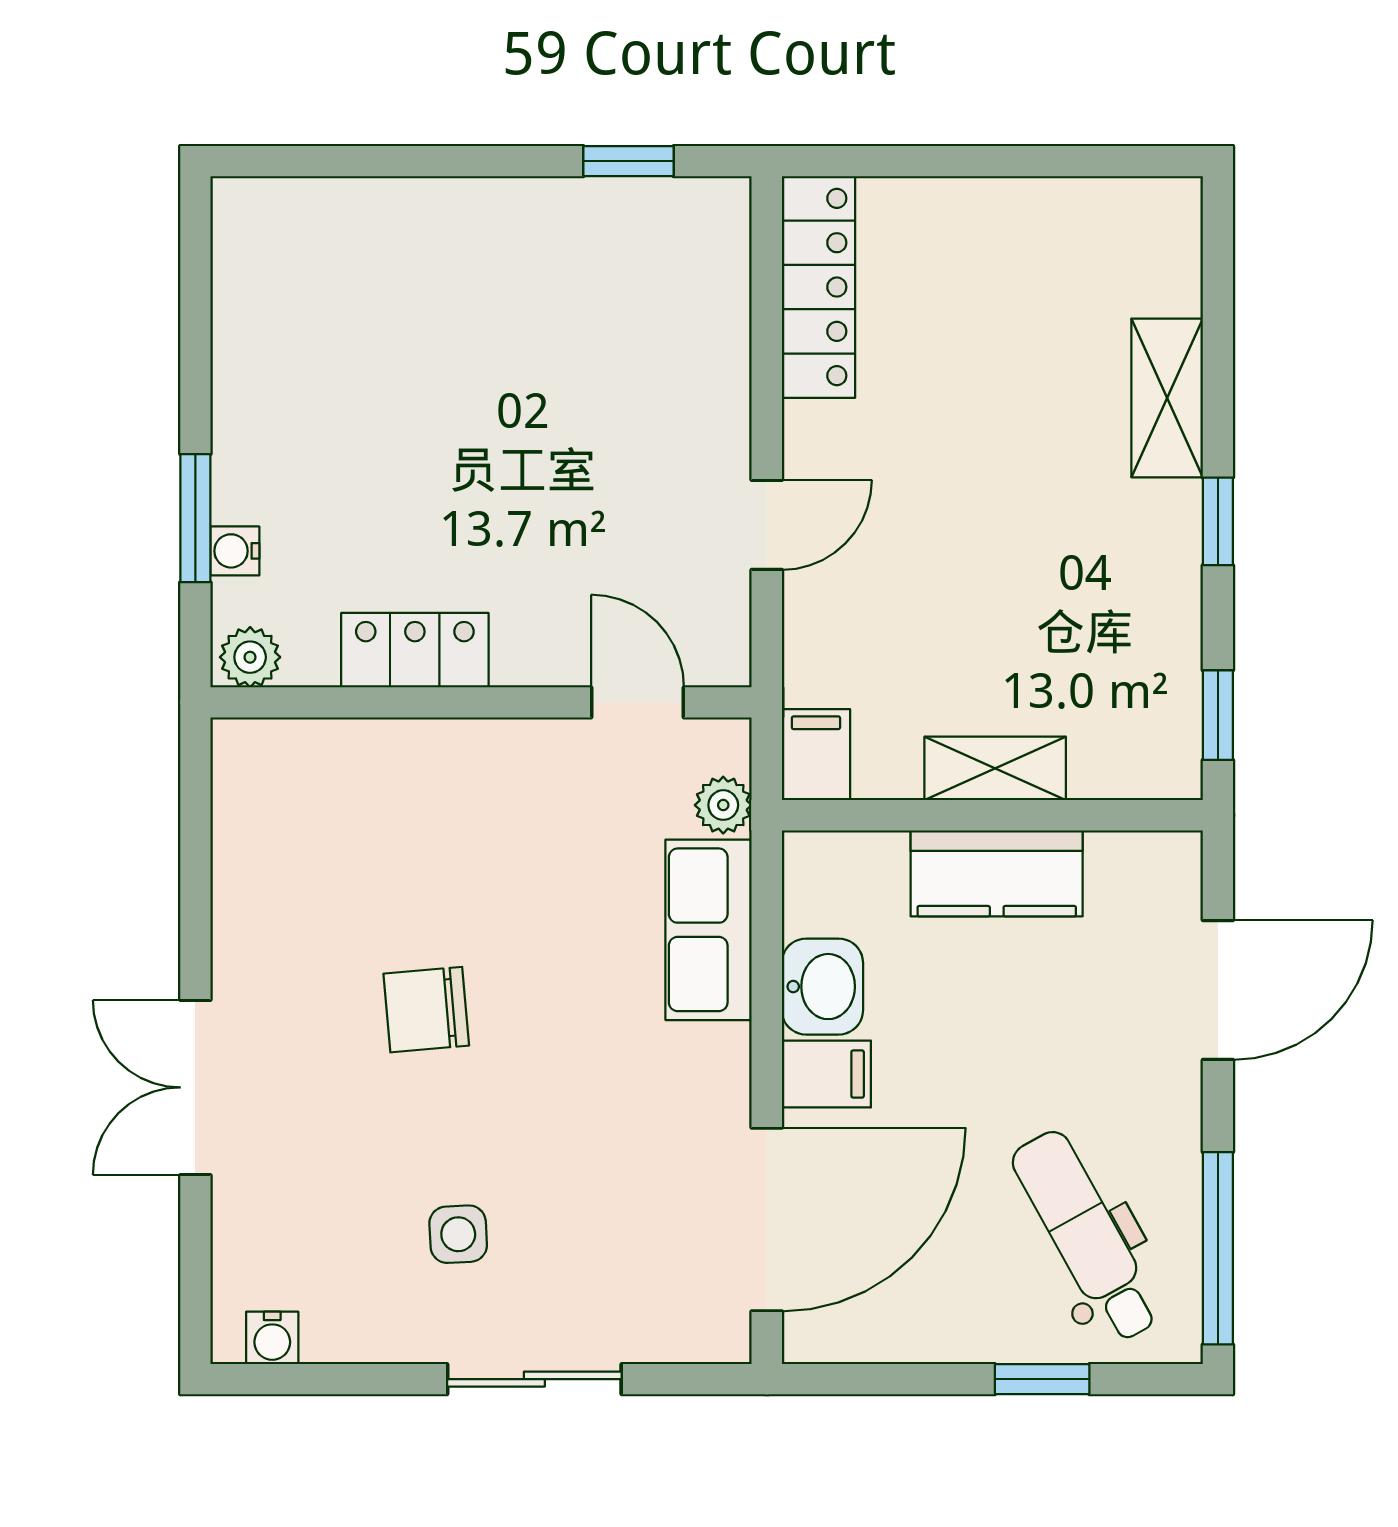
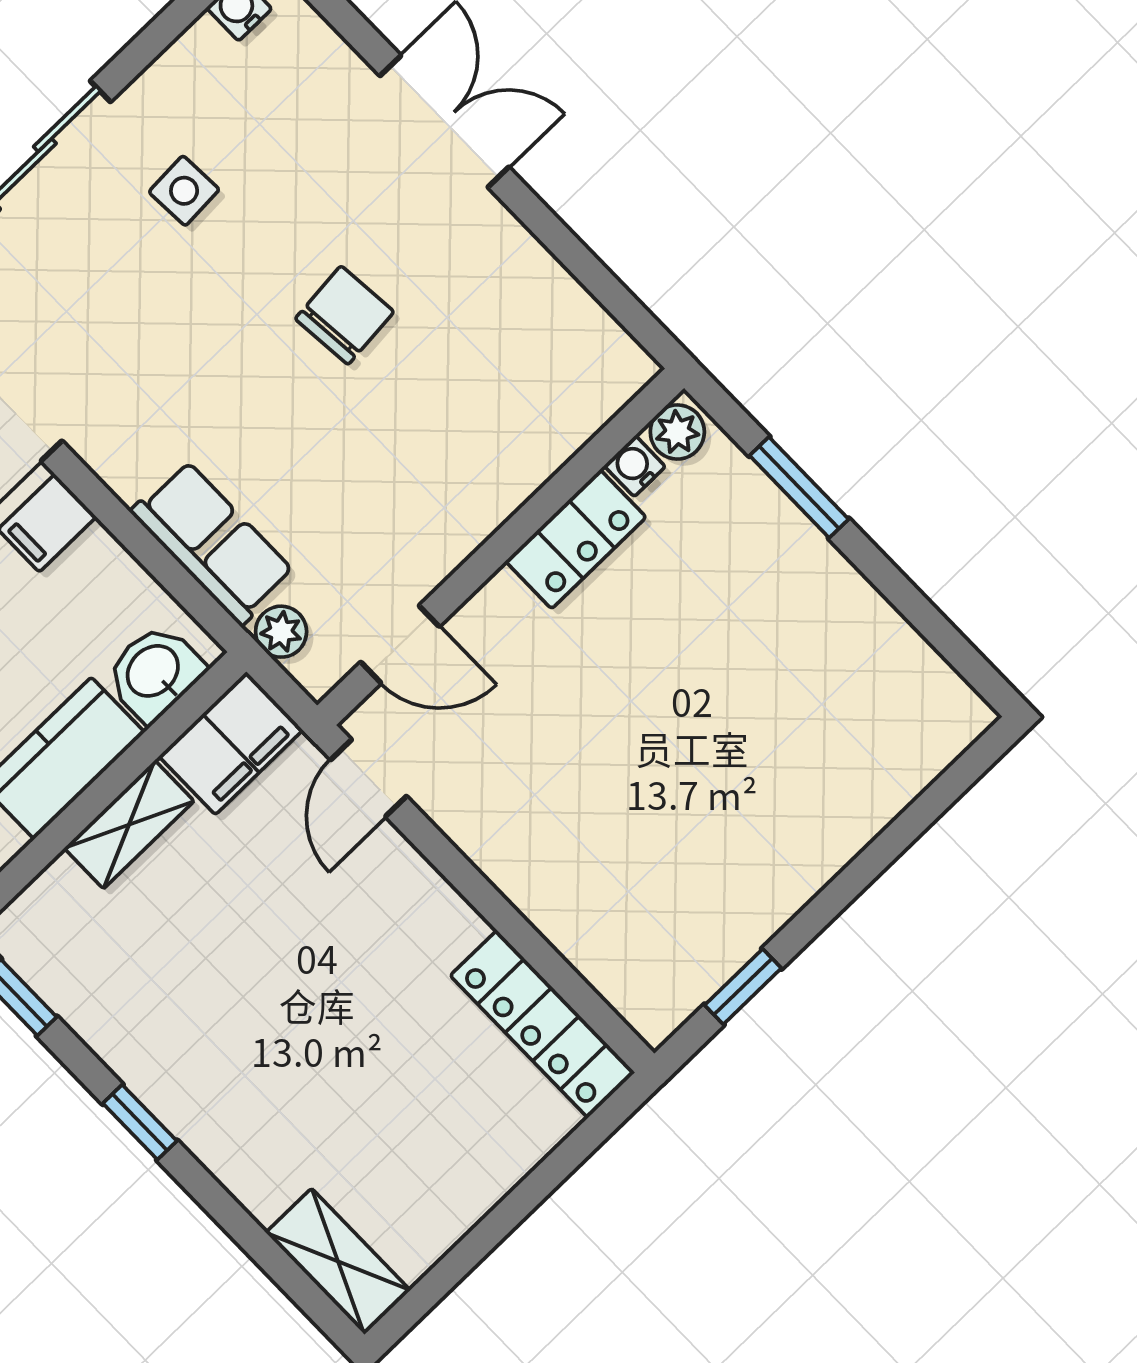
shelving: (1167, 398) -> (338, 1261), moved
door: (767, 525) -> (369, 778), moved
water cooler: (235, 551) -> (635, 466), moved, turned -90
filing cabinet: (816, 755) -> (231, 743), width x2.00
washbasin: (822, 987) -> (154, 672), moved, turned 90

